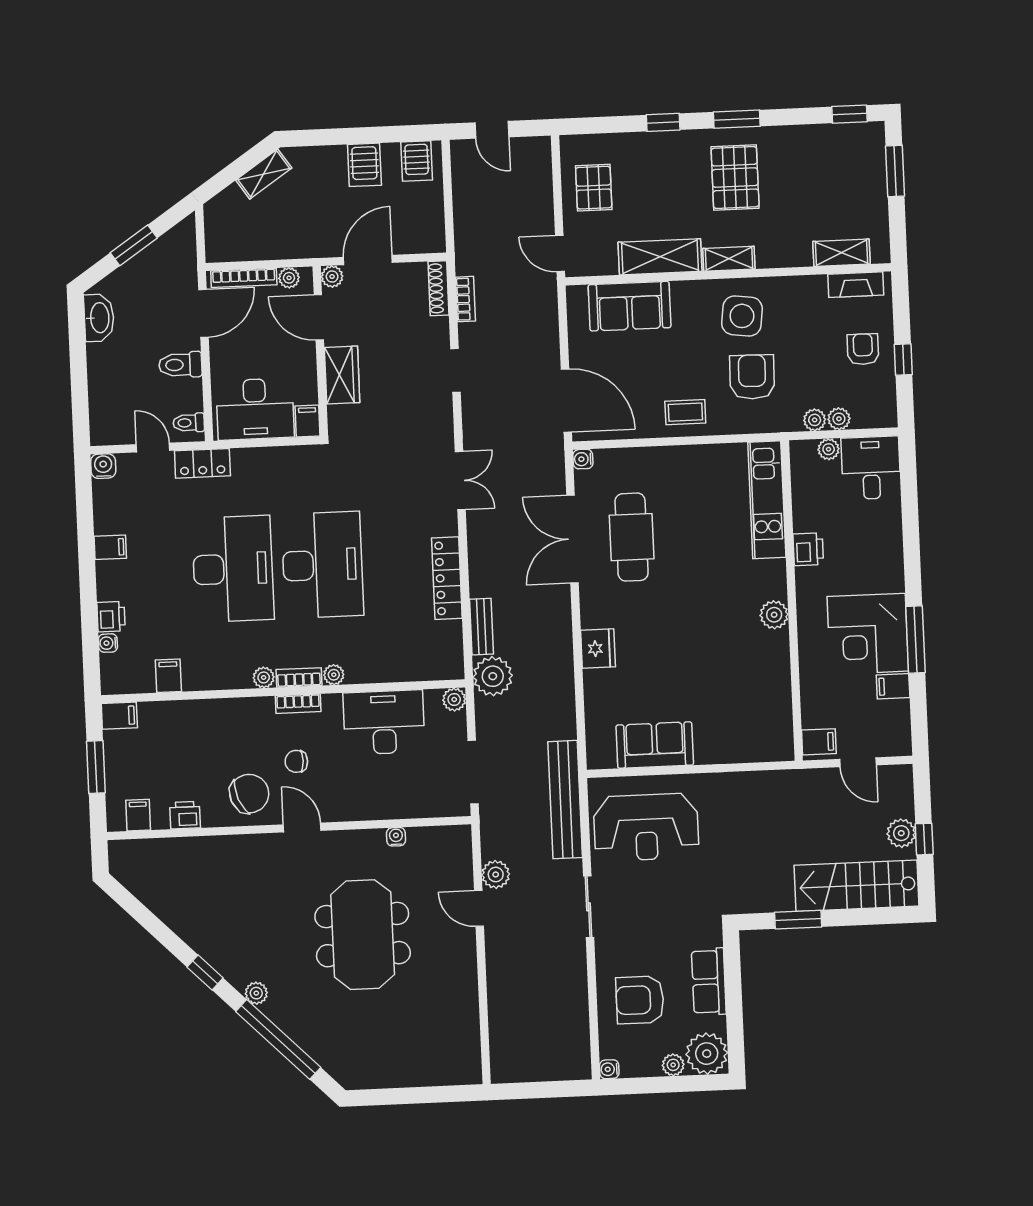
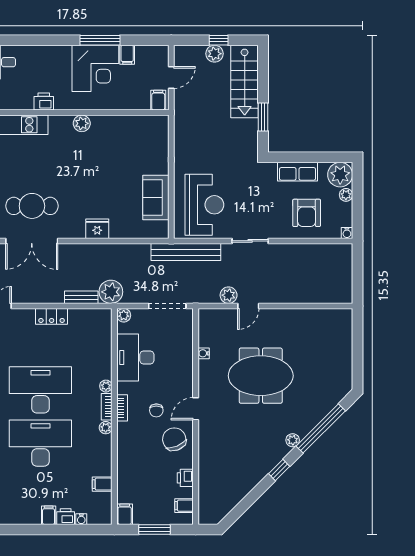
filing cabinet: (110, 547) -> (49, 515), moved
locker: (447, 578) -> (52, 316), width x0.66

